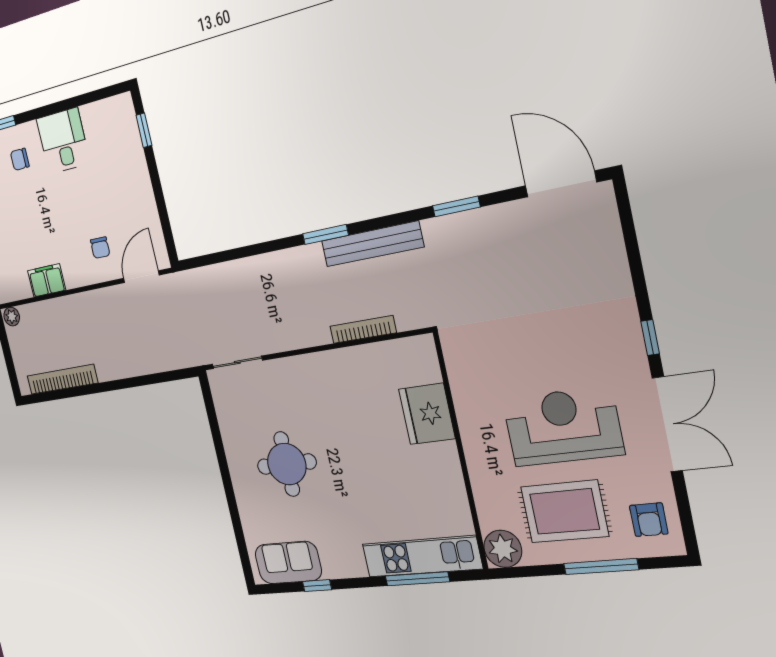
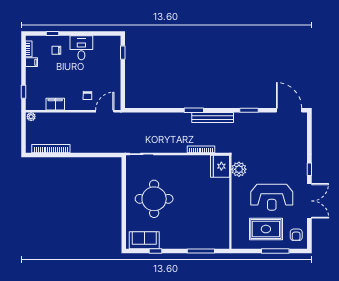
fridge: (427, 414) -> (220, 166), moved
reception desk: (563, 427) -> (272, 197), turned 180
round table: (287, 464) -> (154, 199), width x1.36, depth x1.36
plant: (503, 549) -> (239, 169), moved
kitchen unit: (422, 556) -> (205, 242), removed

